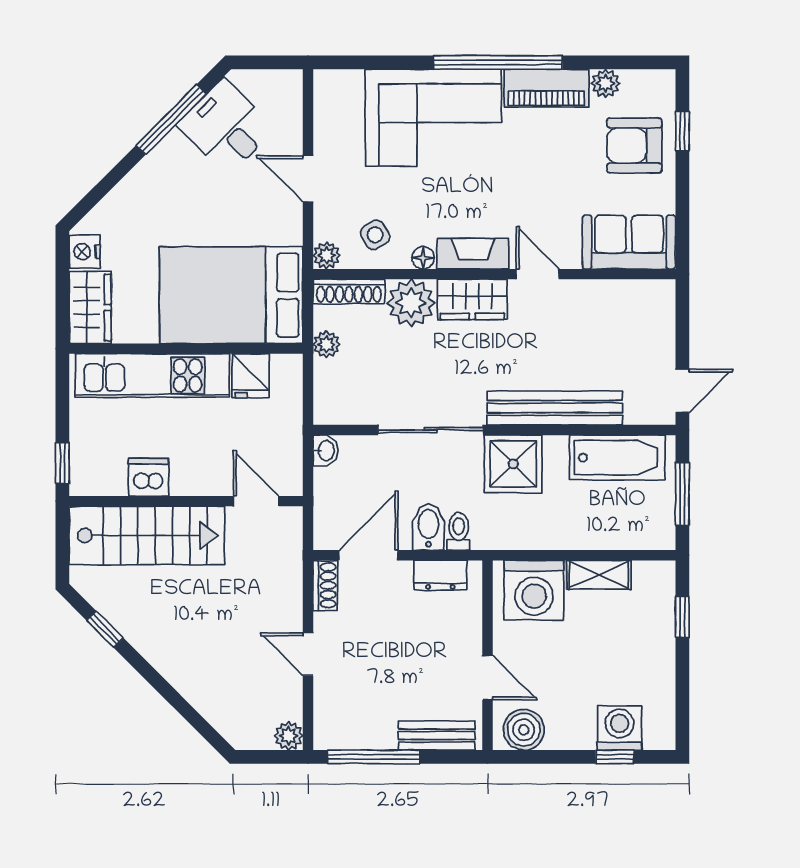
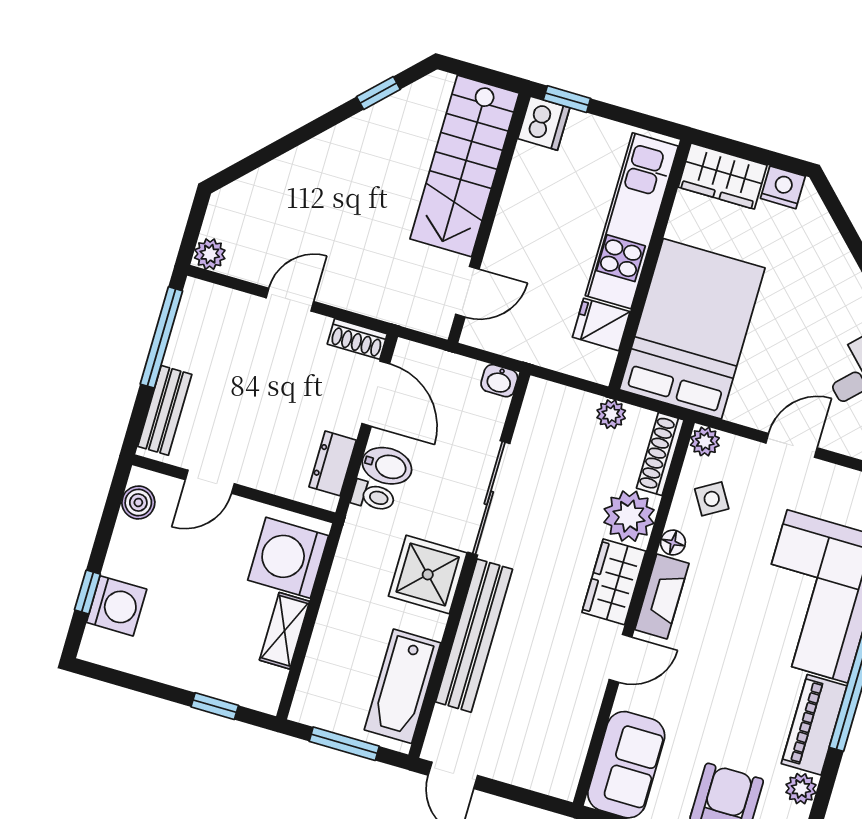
dishwasher: (149, 477) -> (544, 123), moved
boiler: (524, 730) -> (138, 502), width x0.73, depth x0.73

